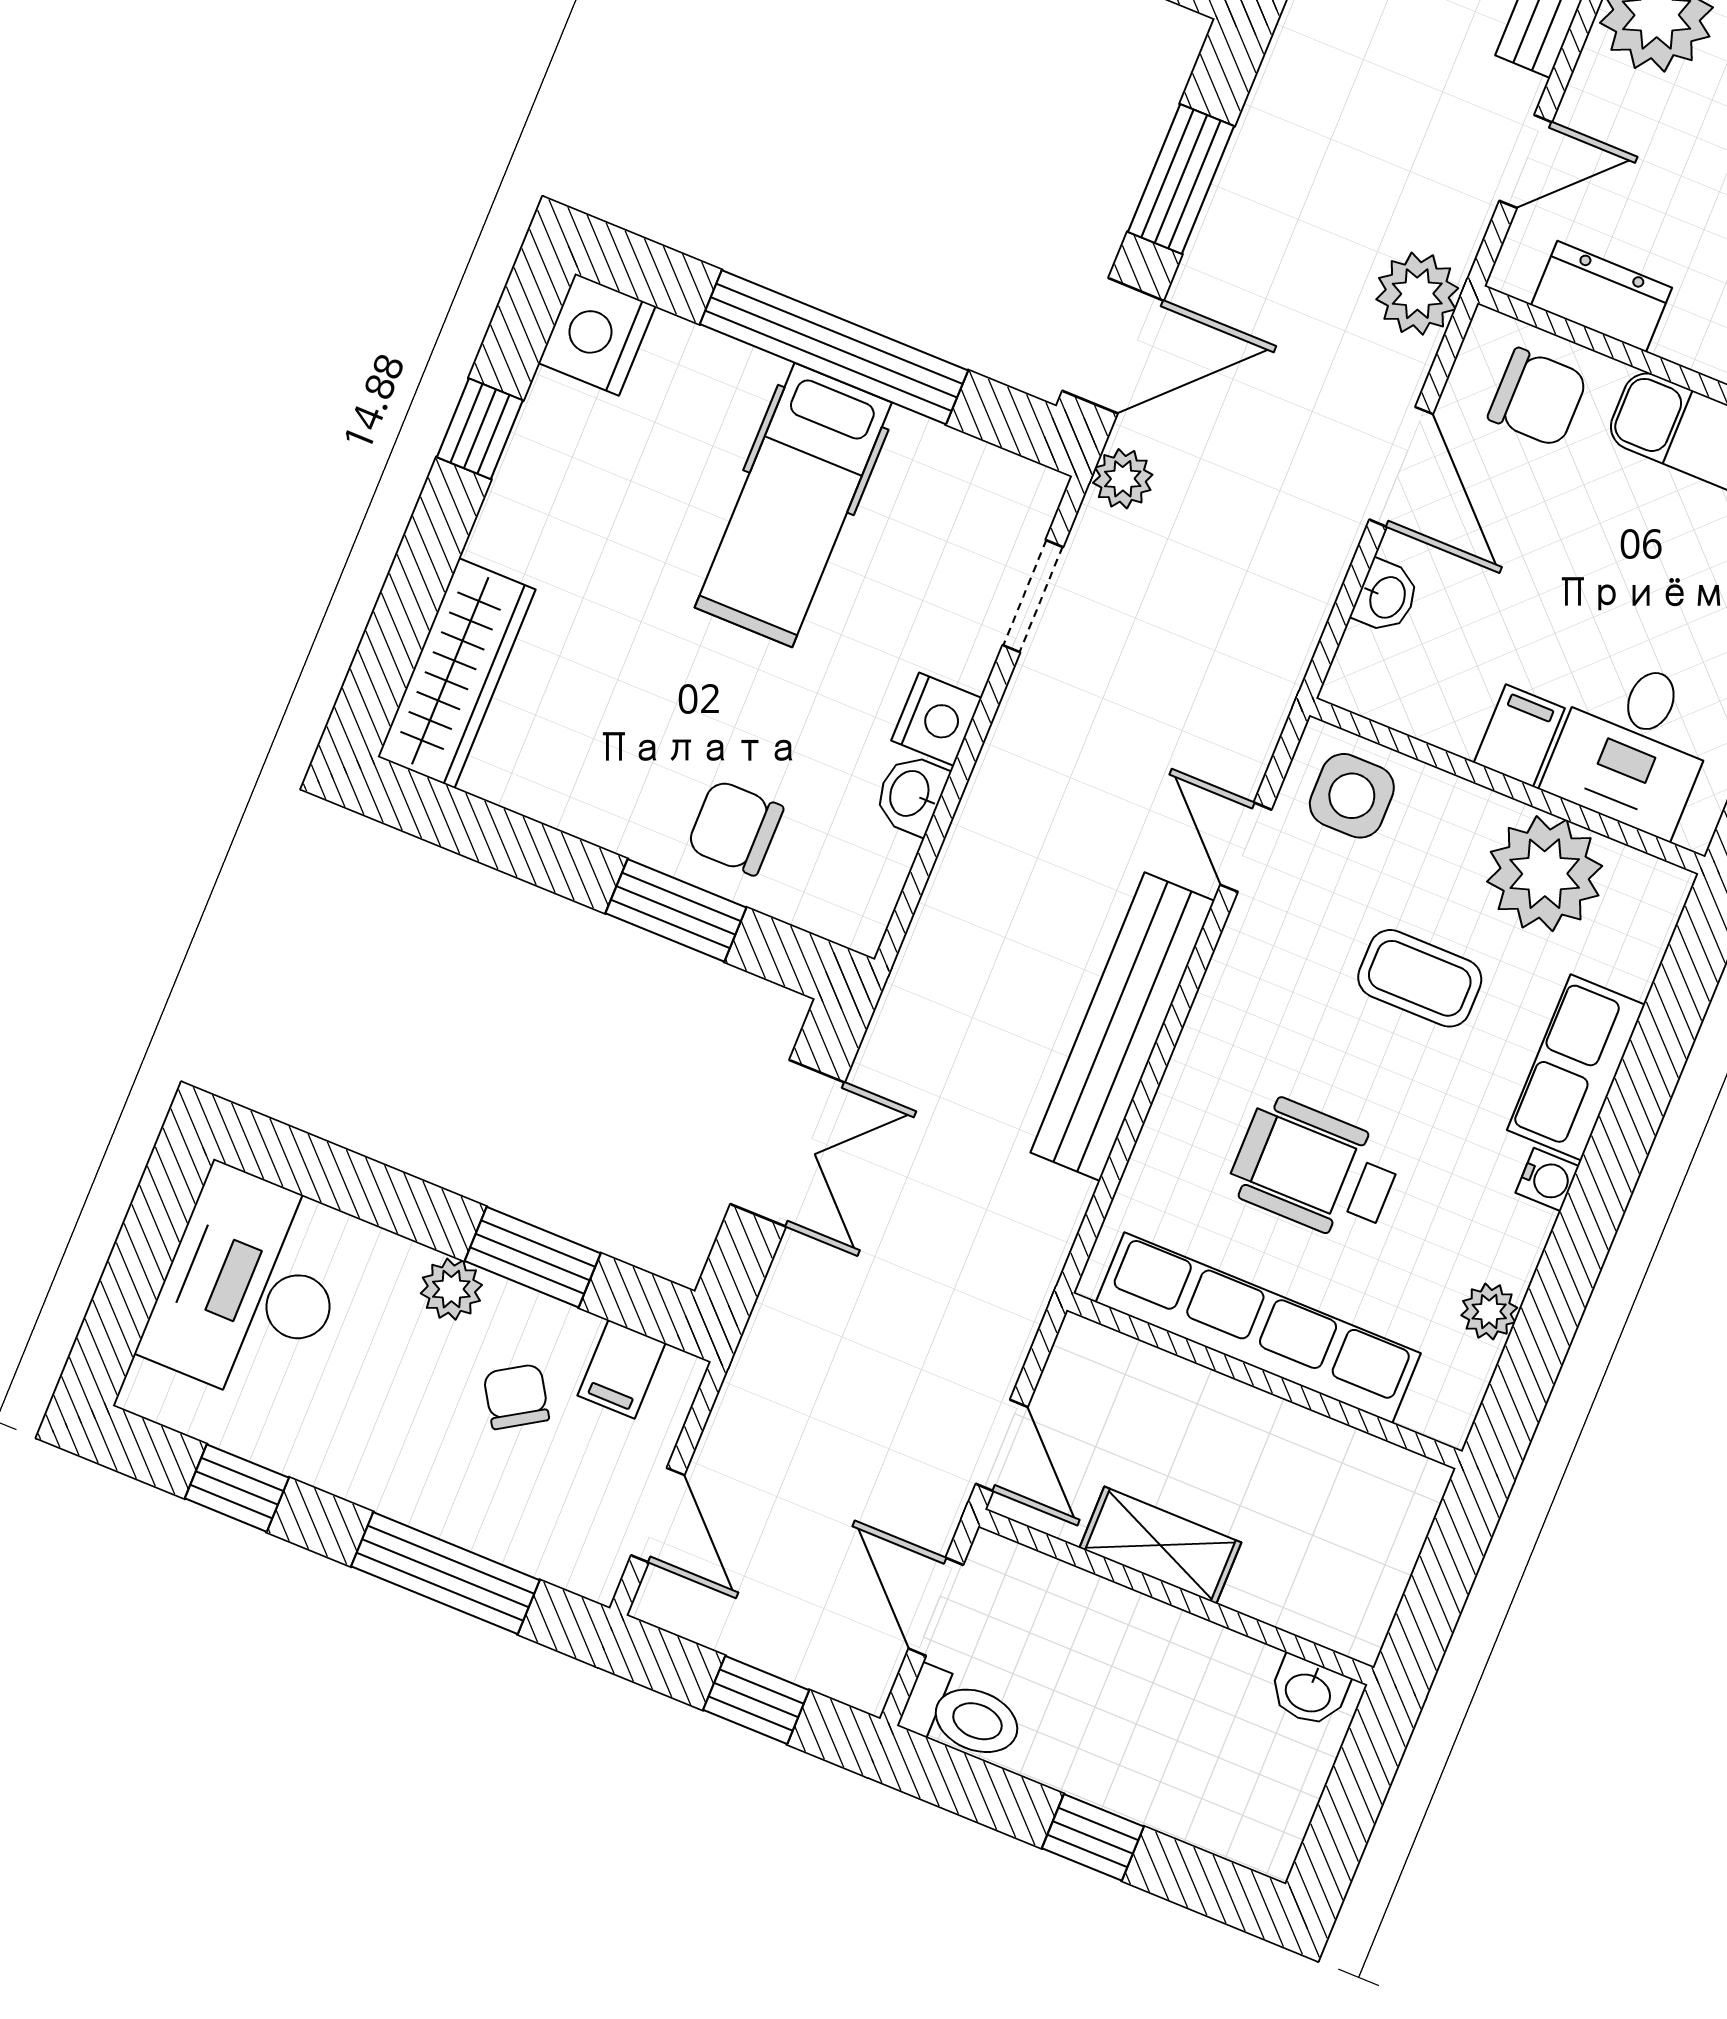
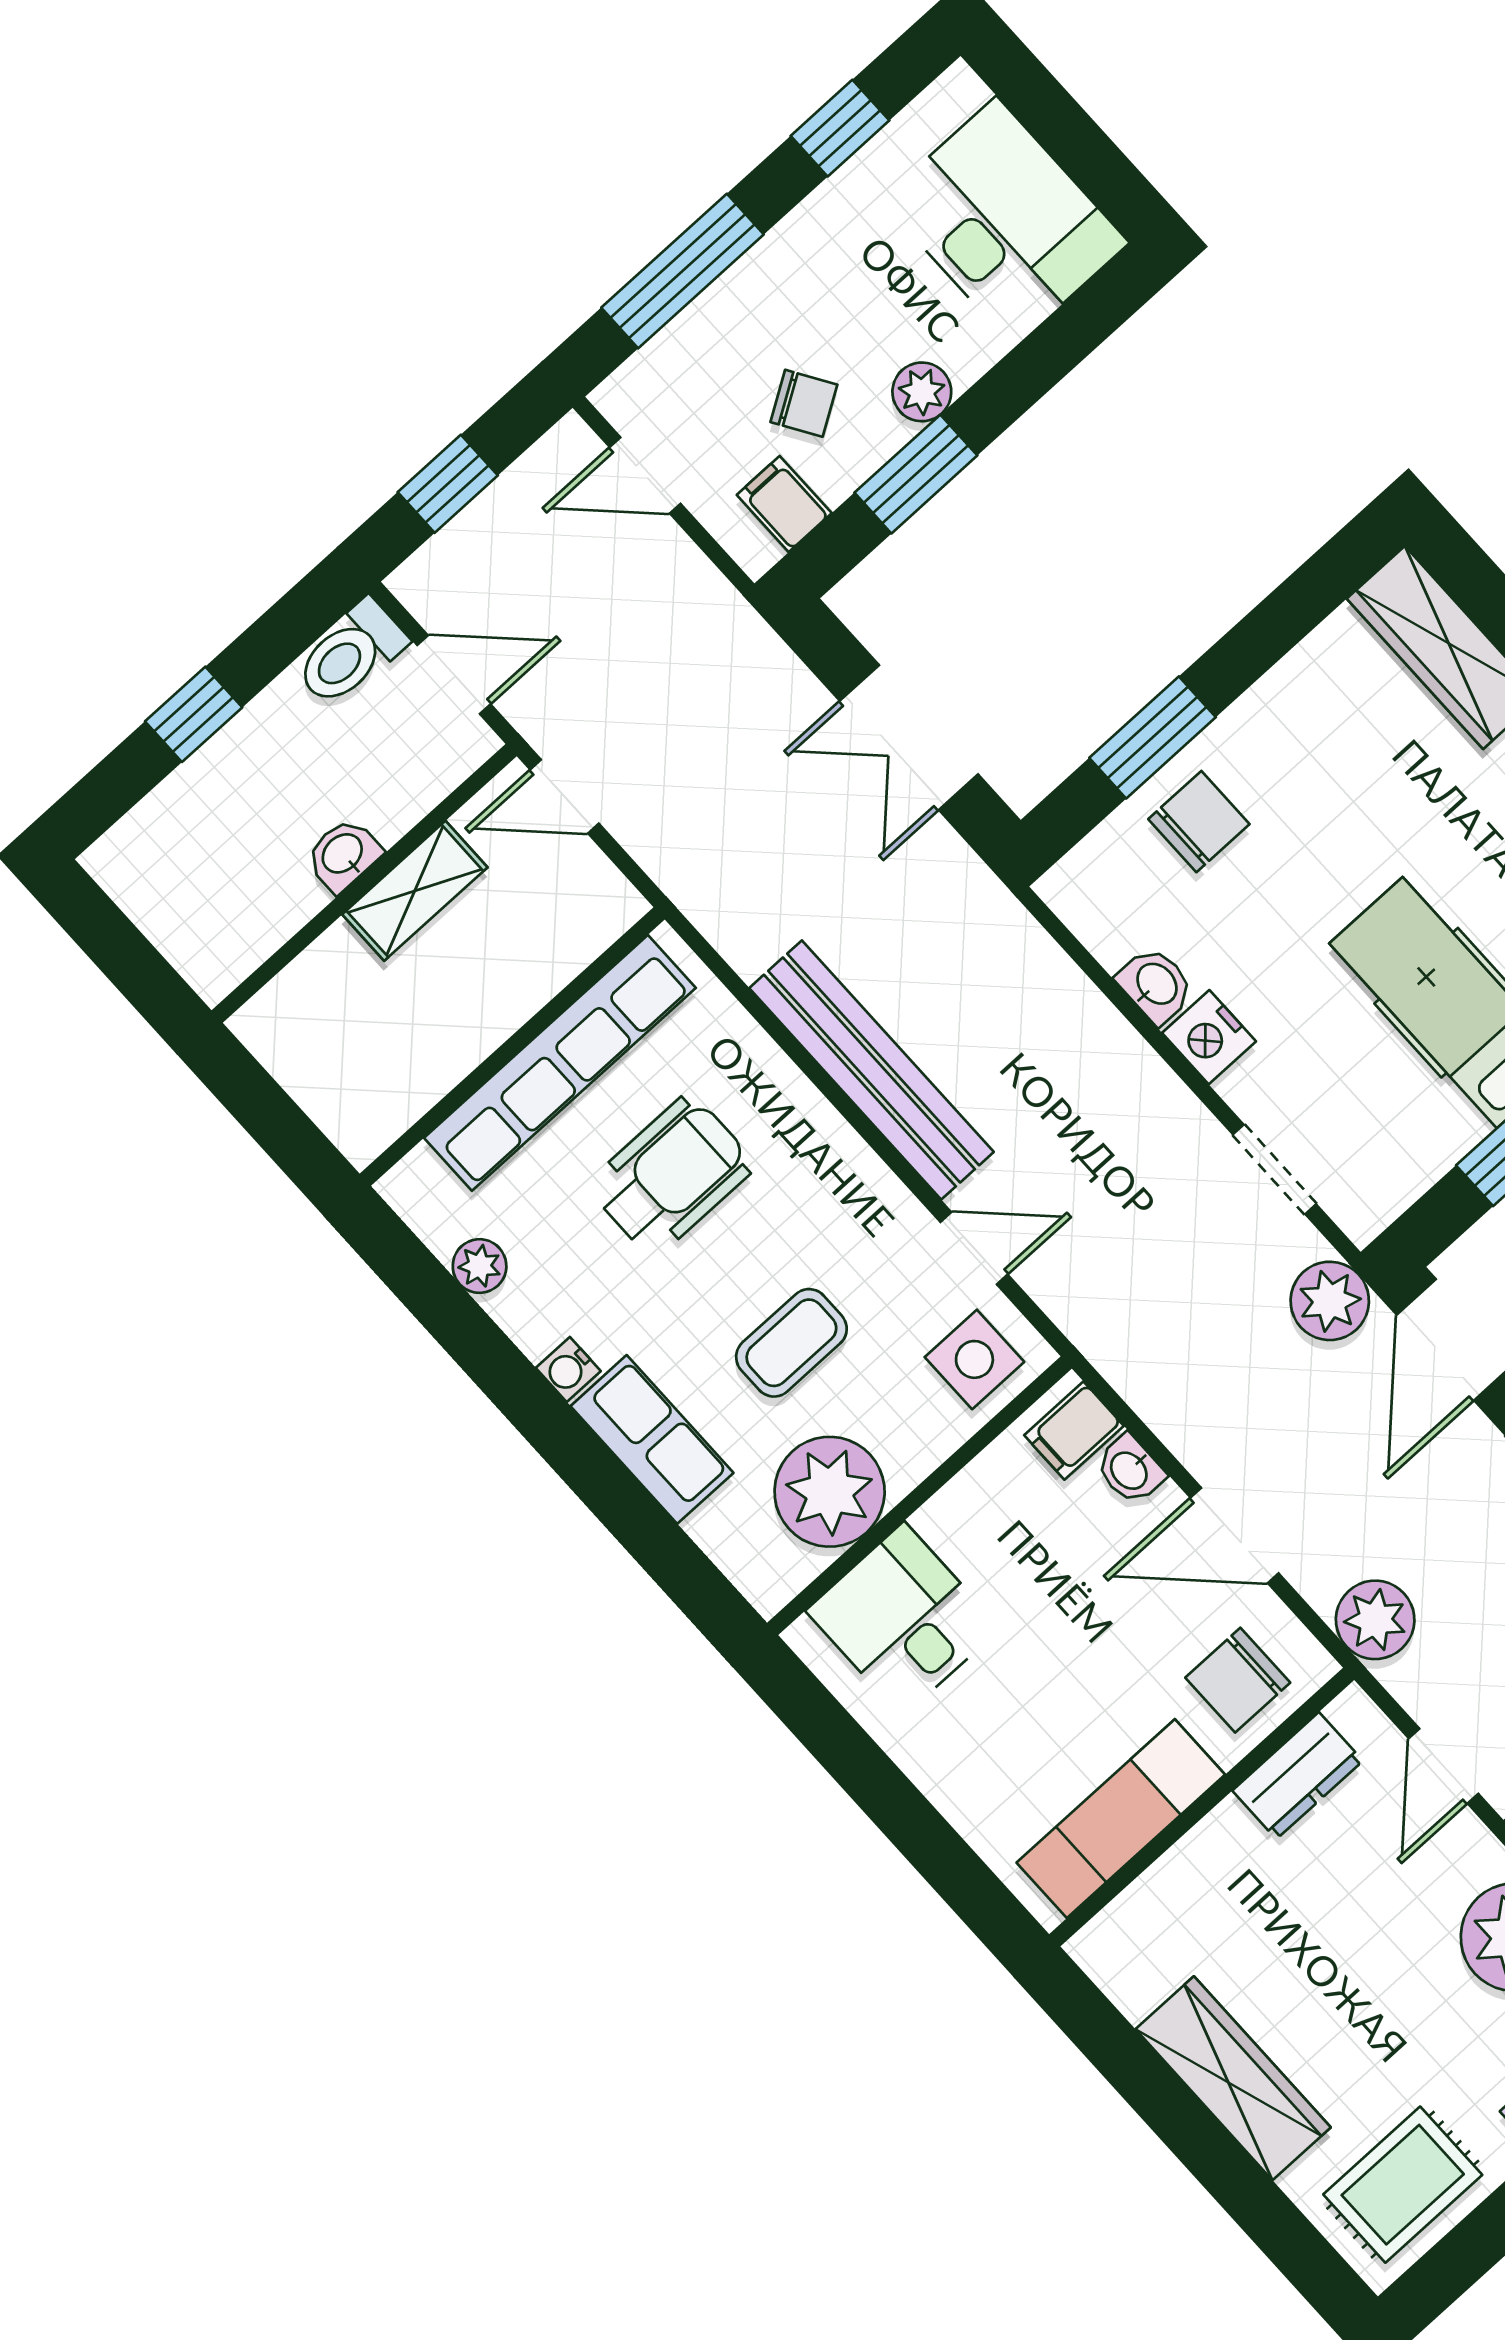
plant: (1123, 479) -> (1330, 1301), width x1.38, depth x1.38
filing cabinet: (1519, 736) -> (1074, 1431), moved, turned 90
washbasin: (1309, 1691) -> (343, 855), moved

